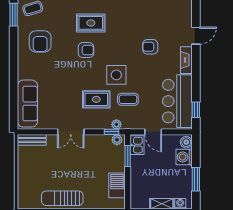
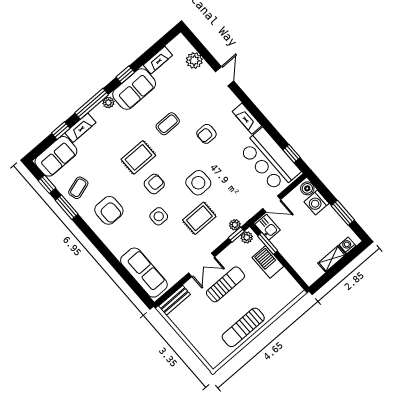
door: (196, 36) -> (225, 76), moved
side table: (70, 74) -> (159, 216), added
coffee table: (128, 99) -> (168, 124), moved
sun lounger: (75, 159) -> (225, 284), added
barbecue: (117, 185) -> (268, 262), moved

